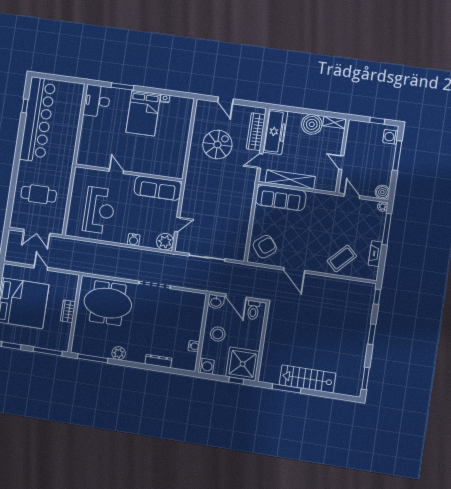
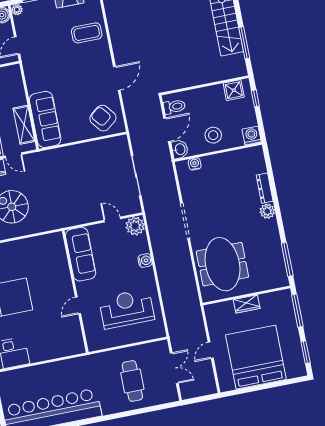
shelving: (290, 180) -> (24, 125), width x0.68
coffee table: (342, 258) -> (87, 33), turned -44
water cooler: (194, 346) -> (195, 164), moved
plant: (119, 353) -> (267, 211), moved
shower: (243, 364) -> (234, 90), width x0.54, depth x0.54

